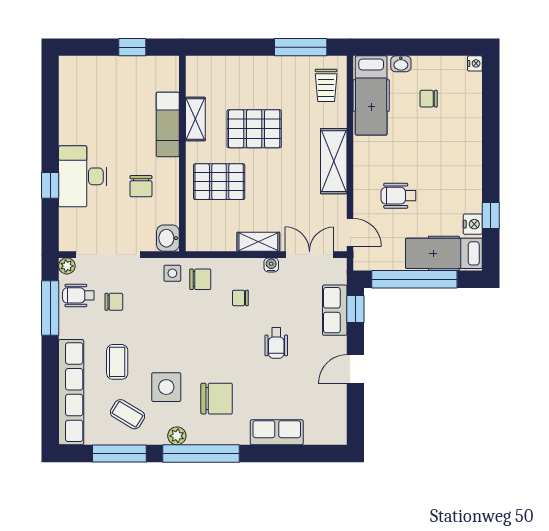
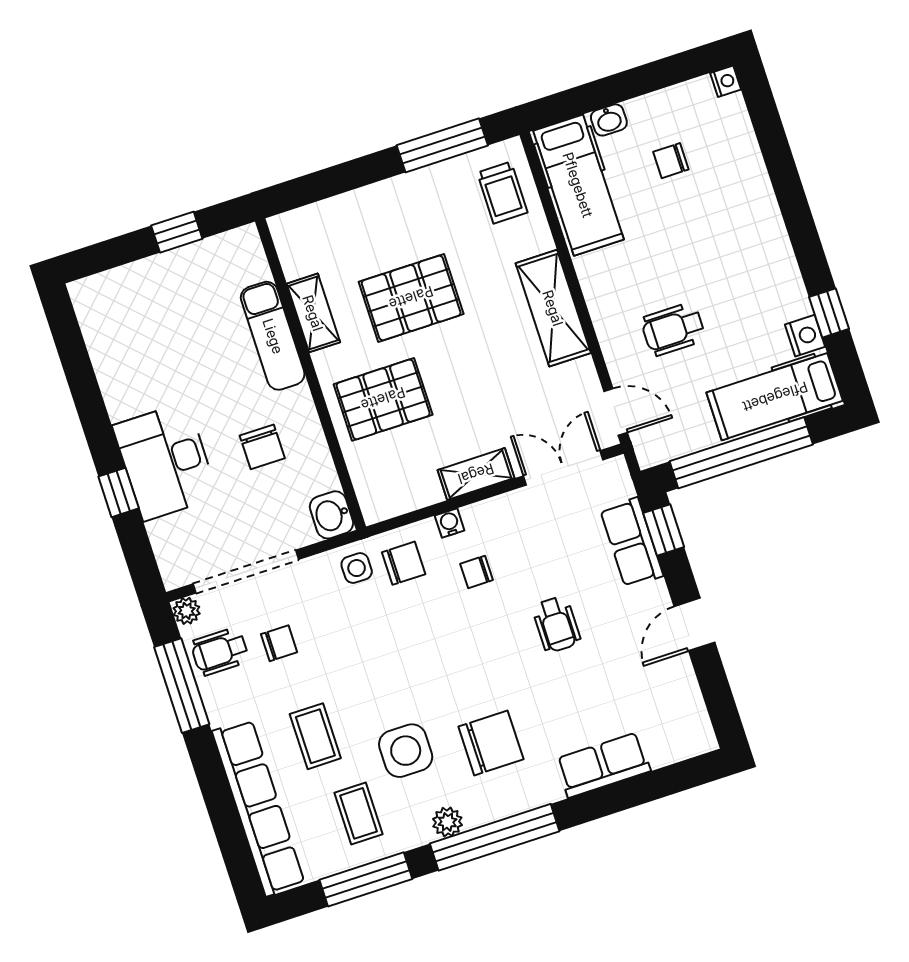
water cooler: (271, 265) -> (450, 523), moved
coffee table: (127, 414) -> (359, 813), turned 59

